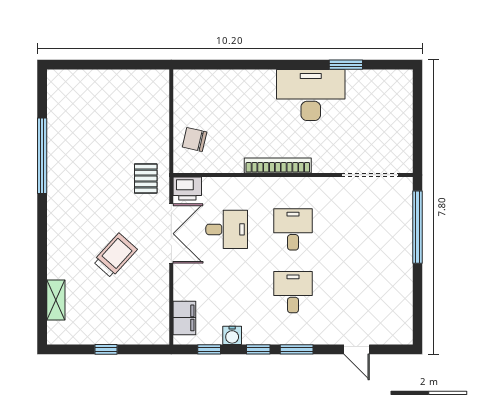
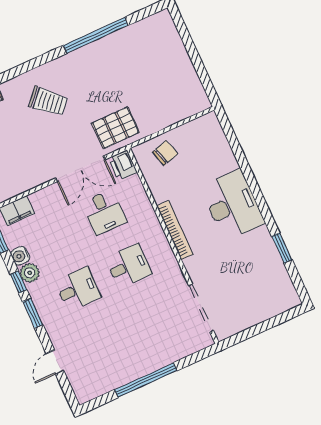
desk: (311, 95) -> (233, 205), moved
chair: (195, 139) -> (165, 153), turned 61
pallet: (146, 179) -> (116, 128), width x1.50, depth x1.42
window: (417, 227) -> (146, 380), moved
trolley: (115, 255) -> (48, 101), moved
plant: (254, 334) -> (30, 273), added

